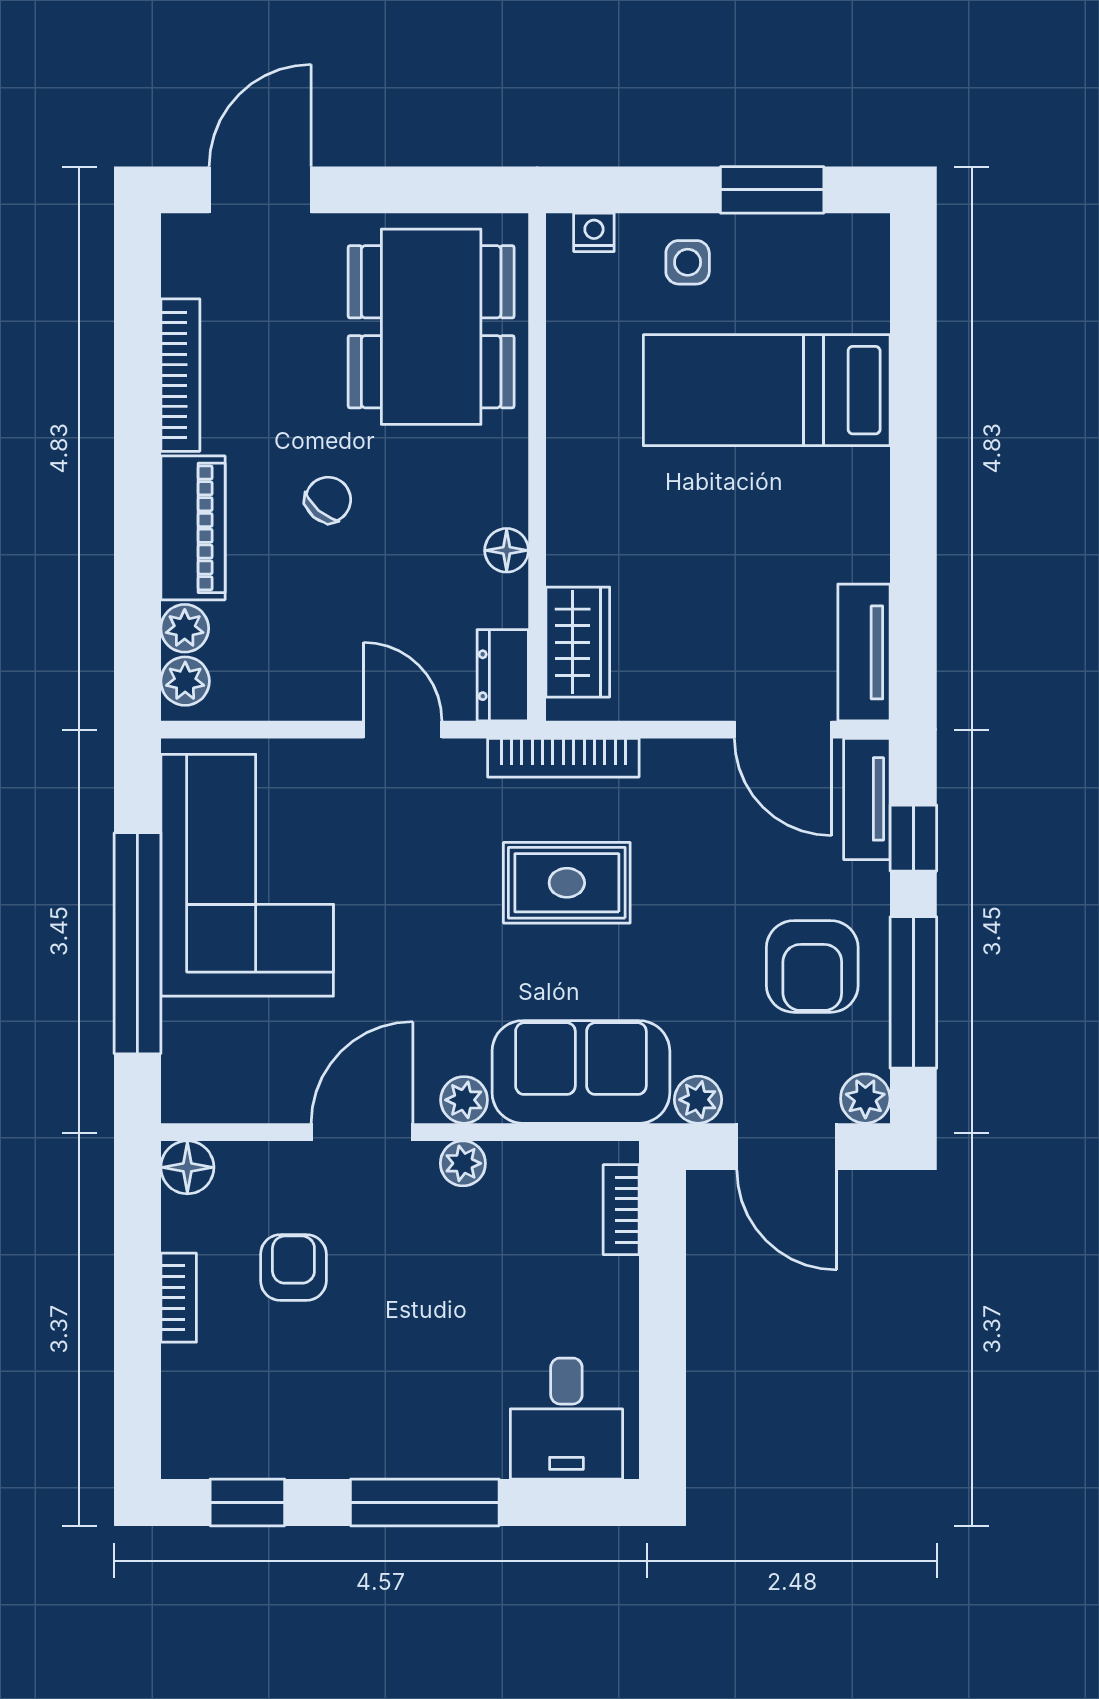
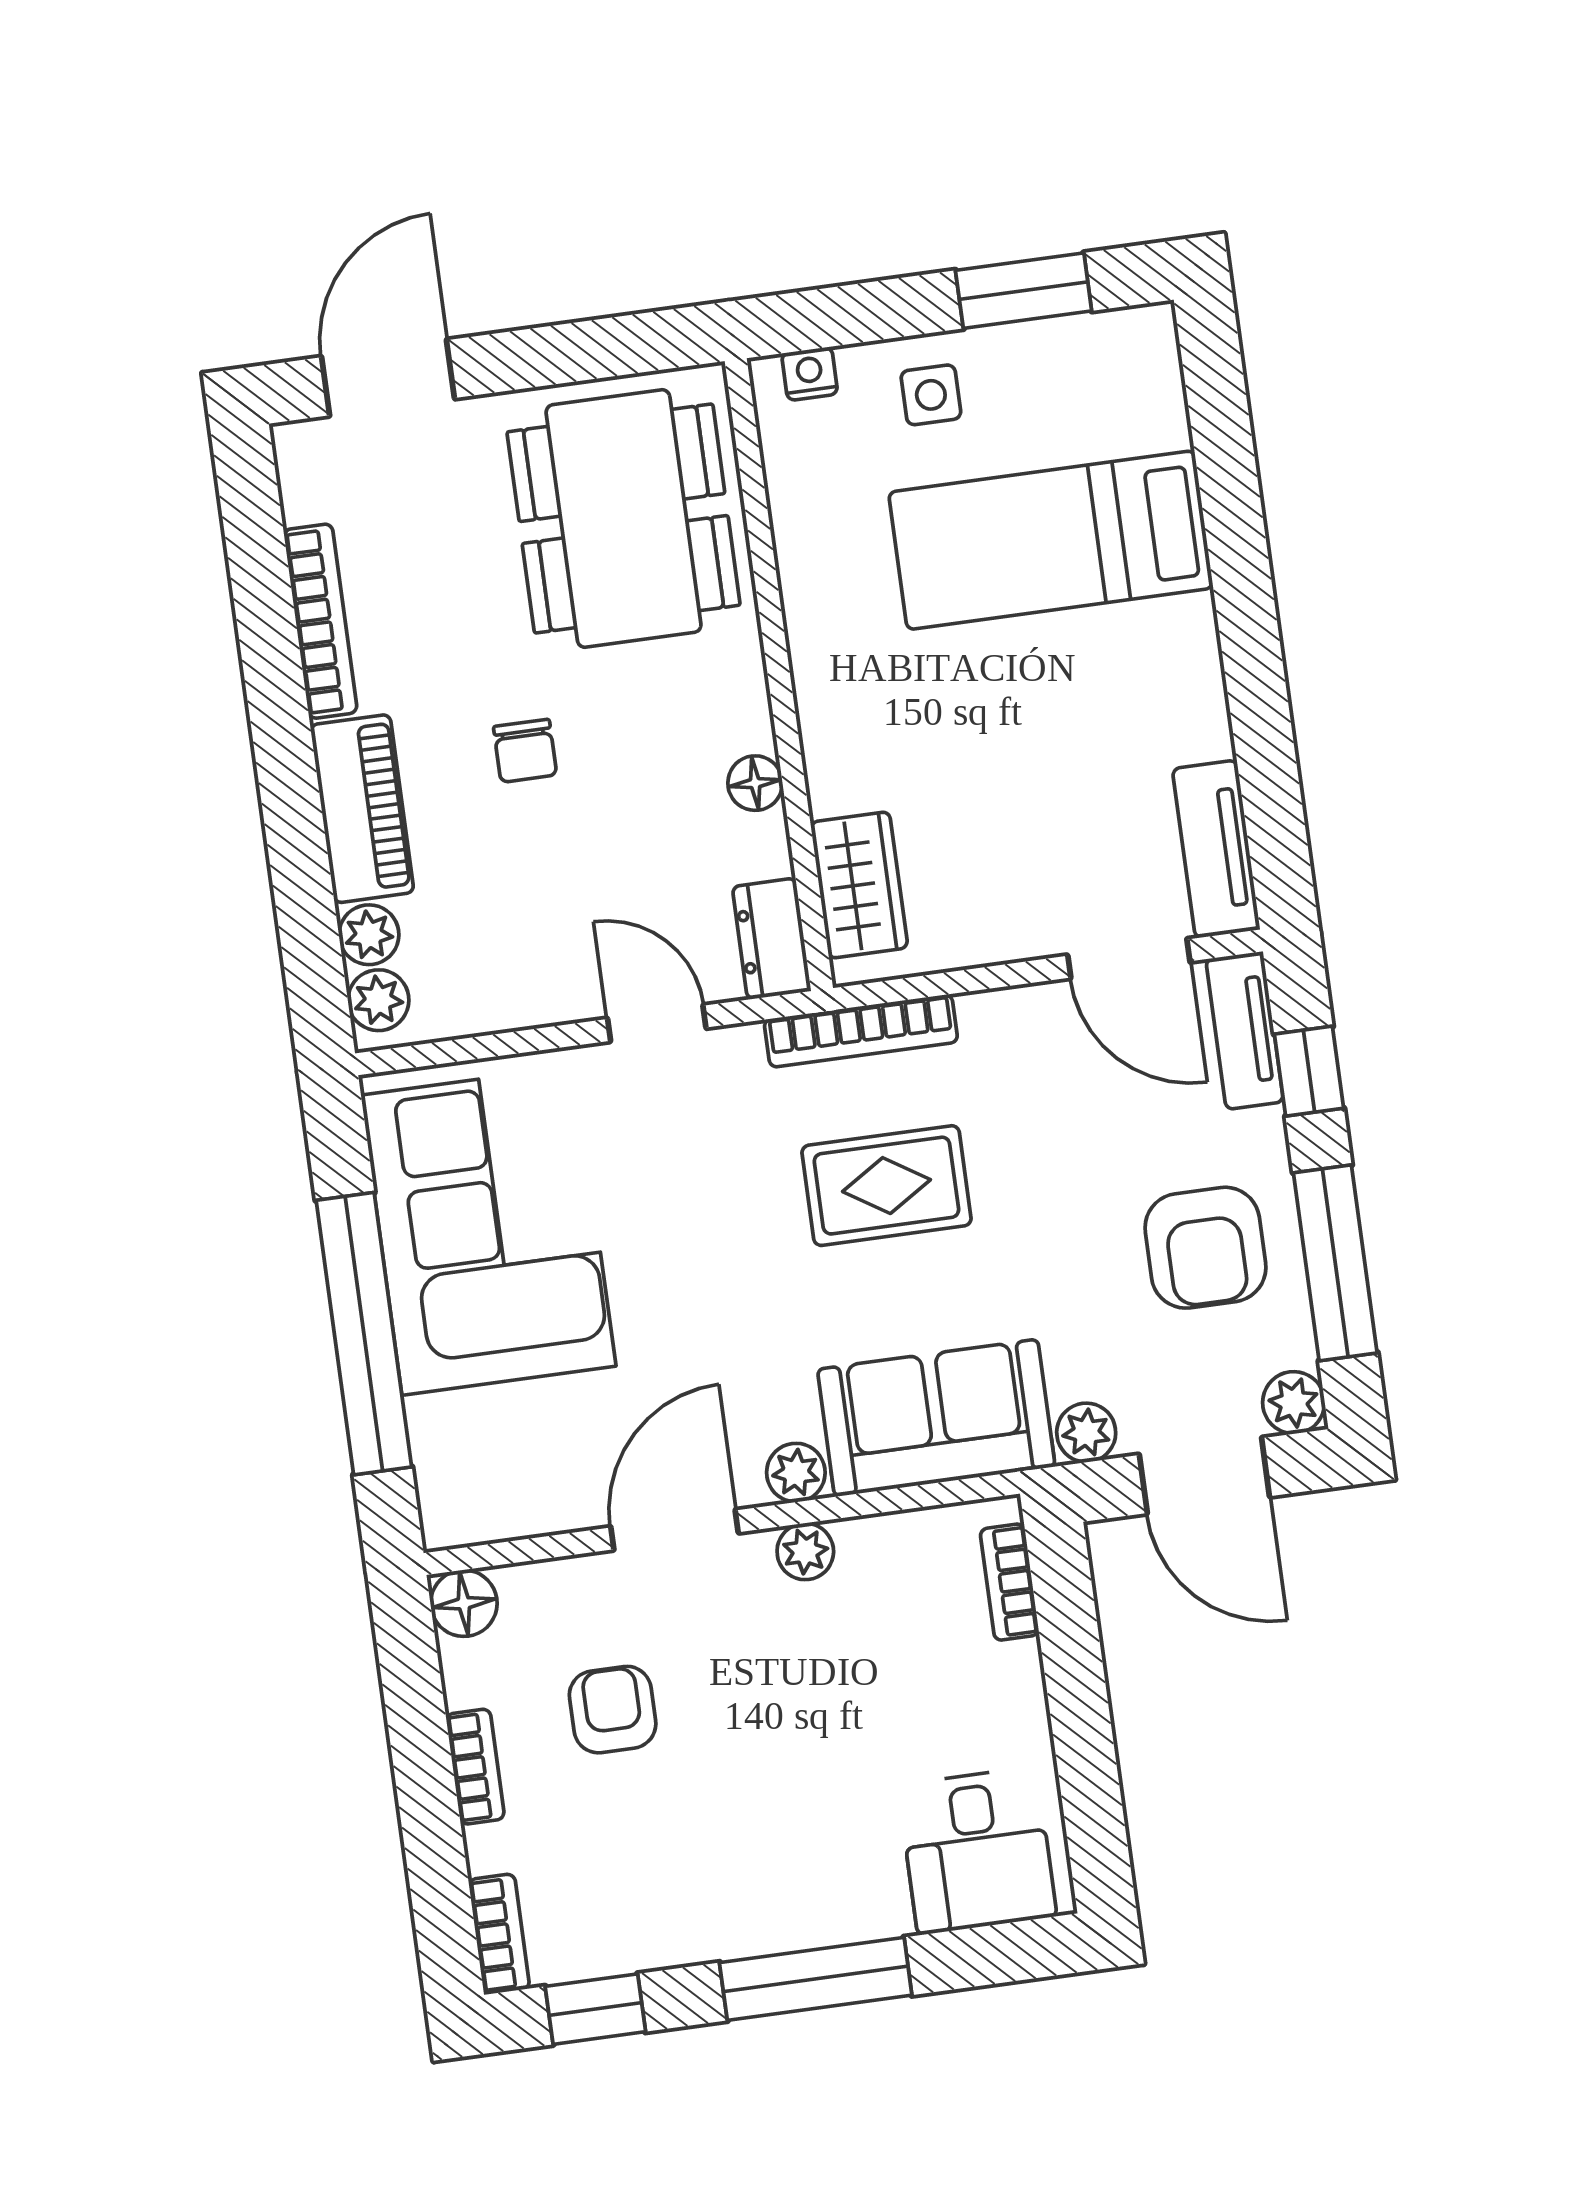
chair: (328, 500) -> (525, 751), turned 139
bookcase: (179, 1433) -> (499, 1934), added

